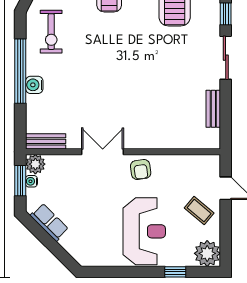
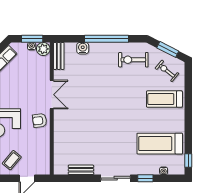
water cooler: (34, 85) -> (83, 48), moved

